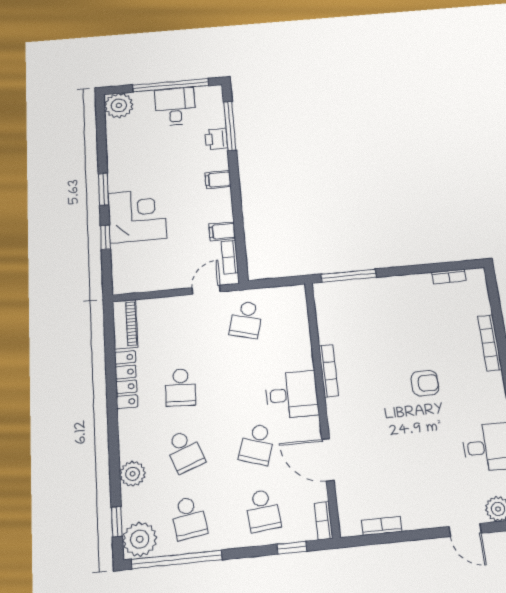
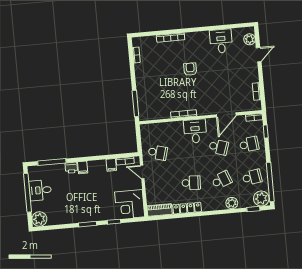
printer: (216, 139) -> (71, 168), moved
corner desk: (137, 216) -> (130, 204), moved, turned -90

